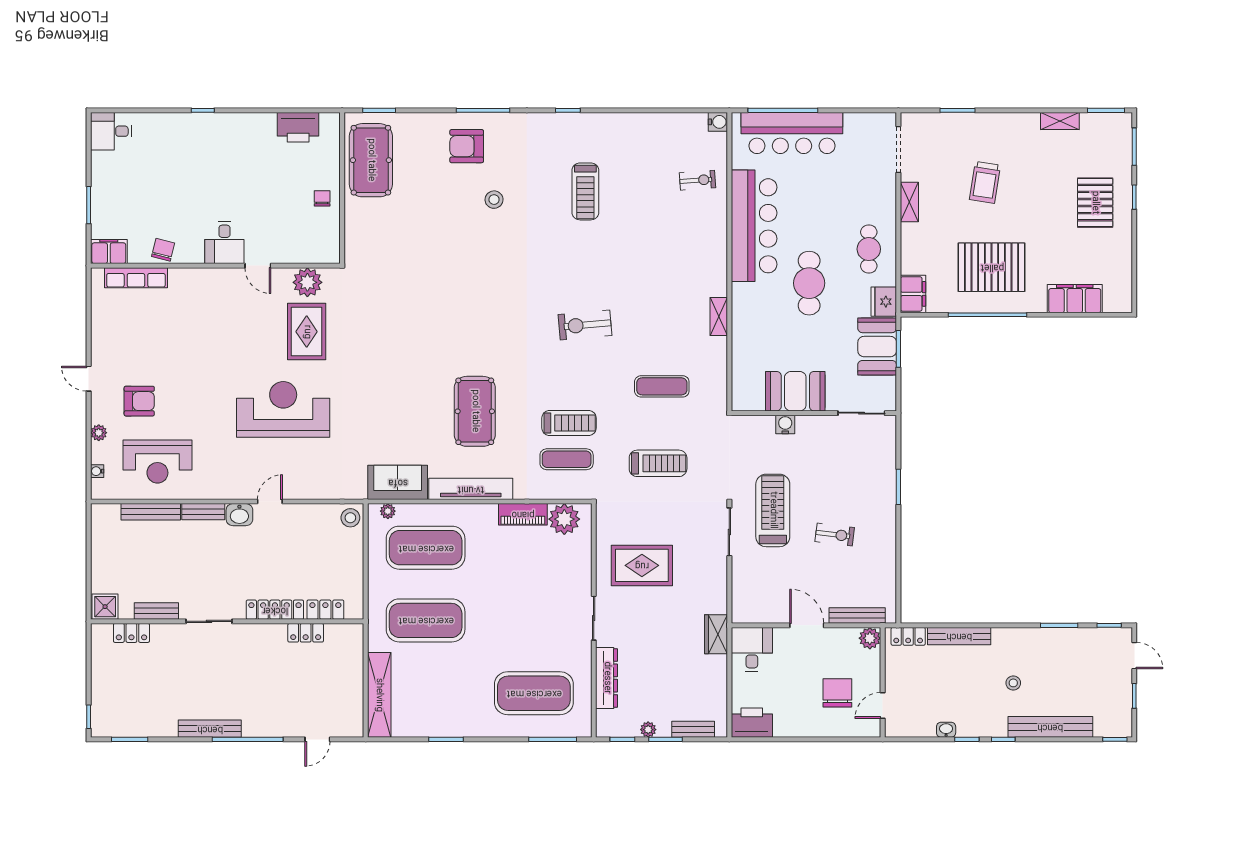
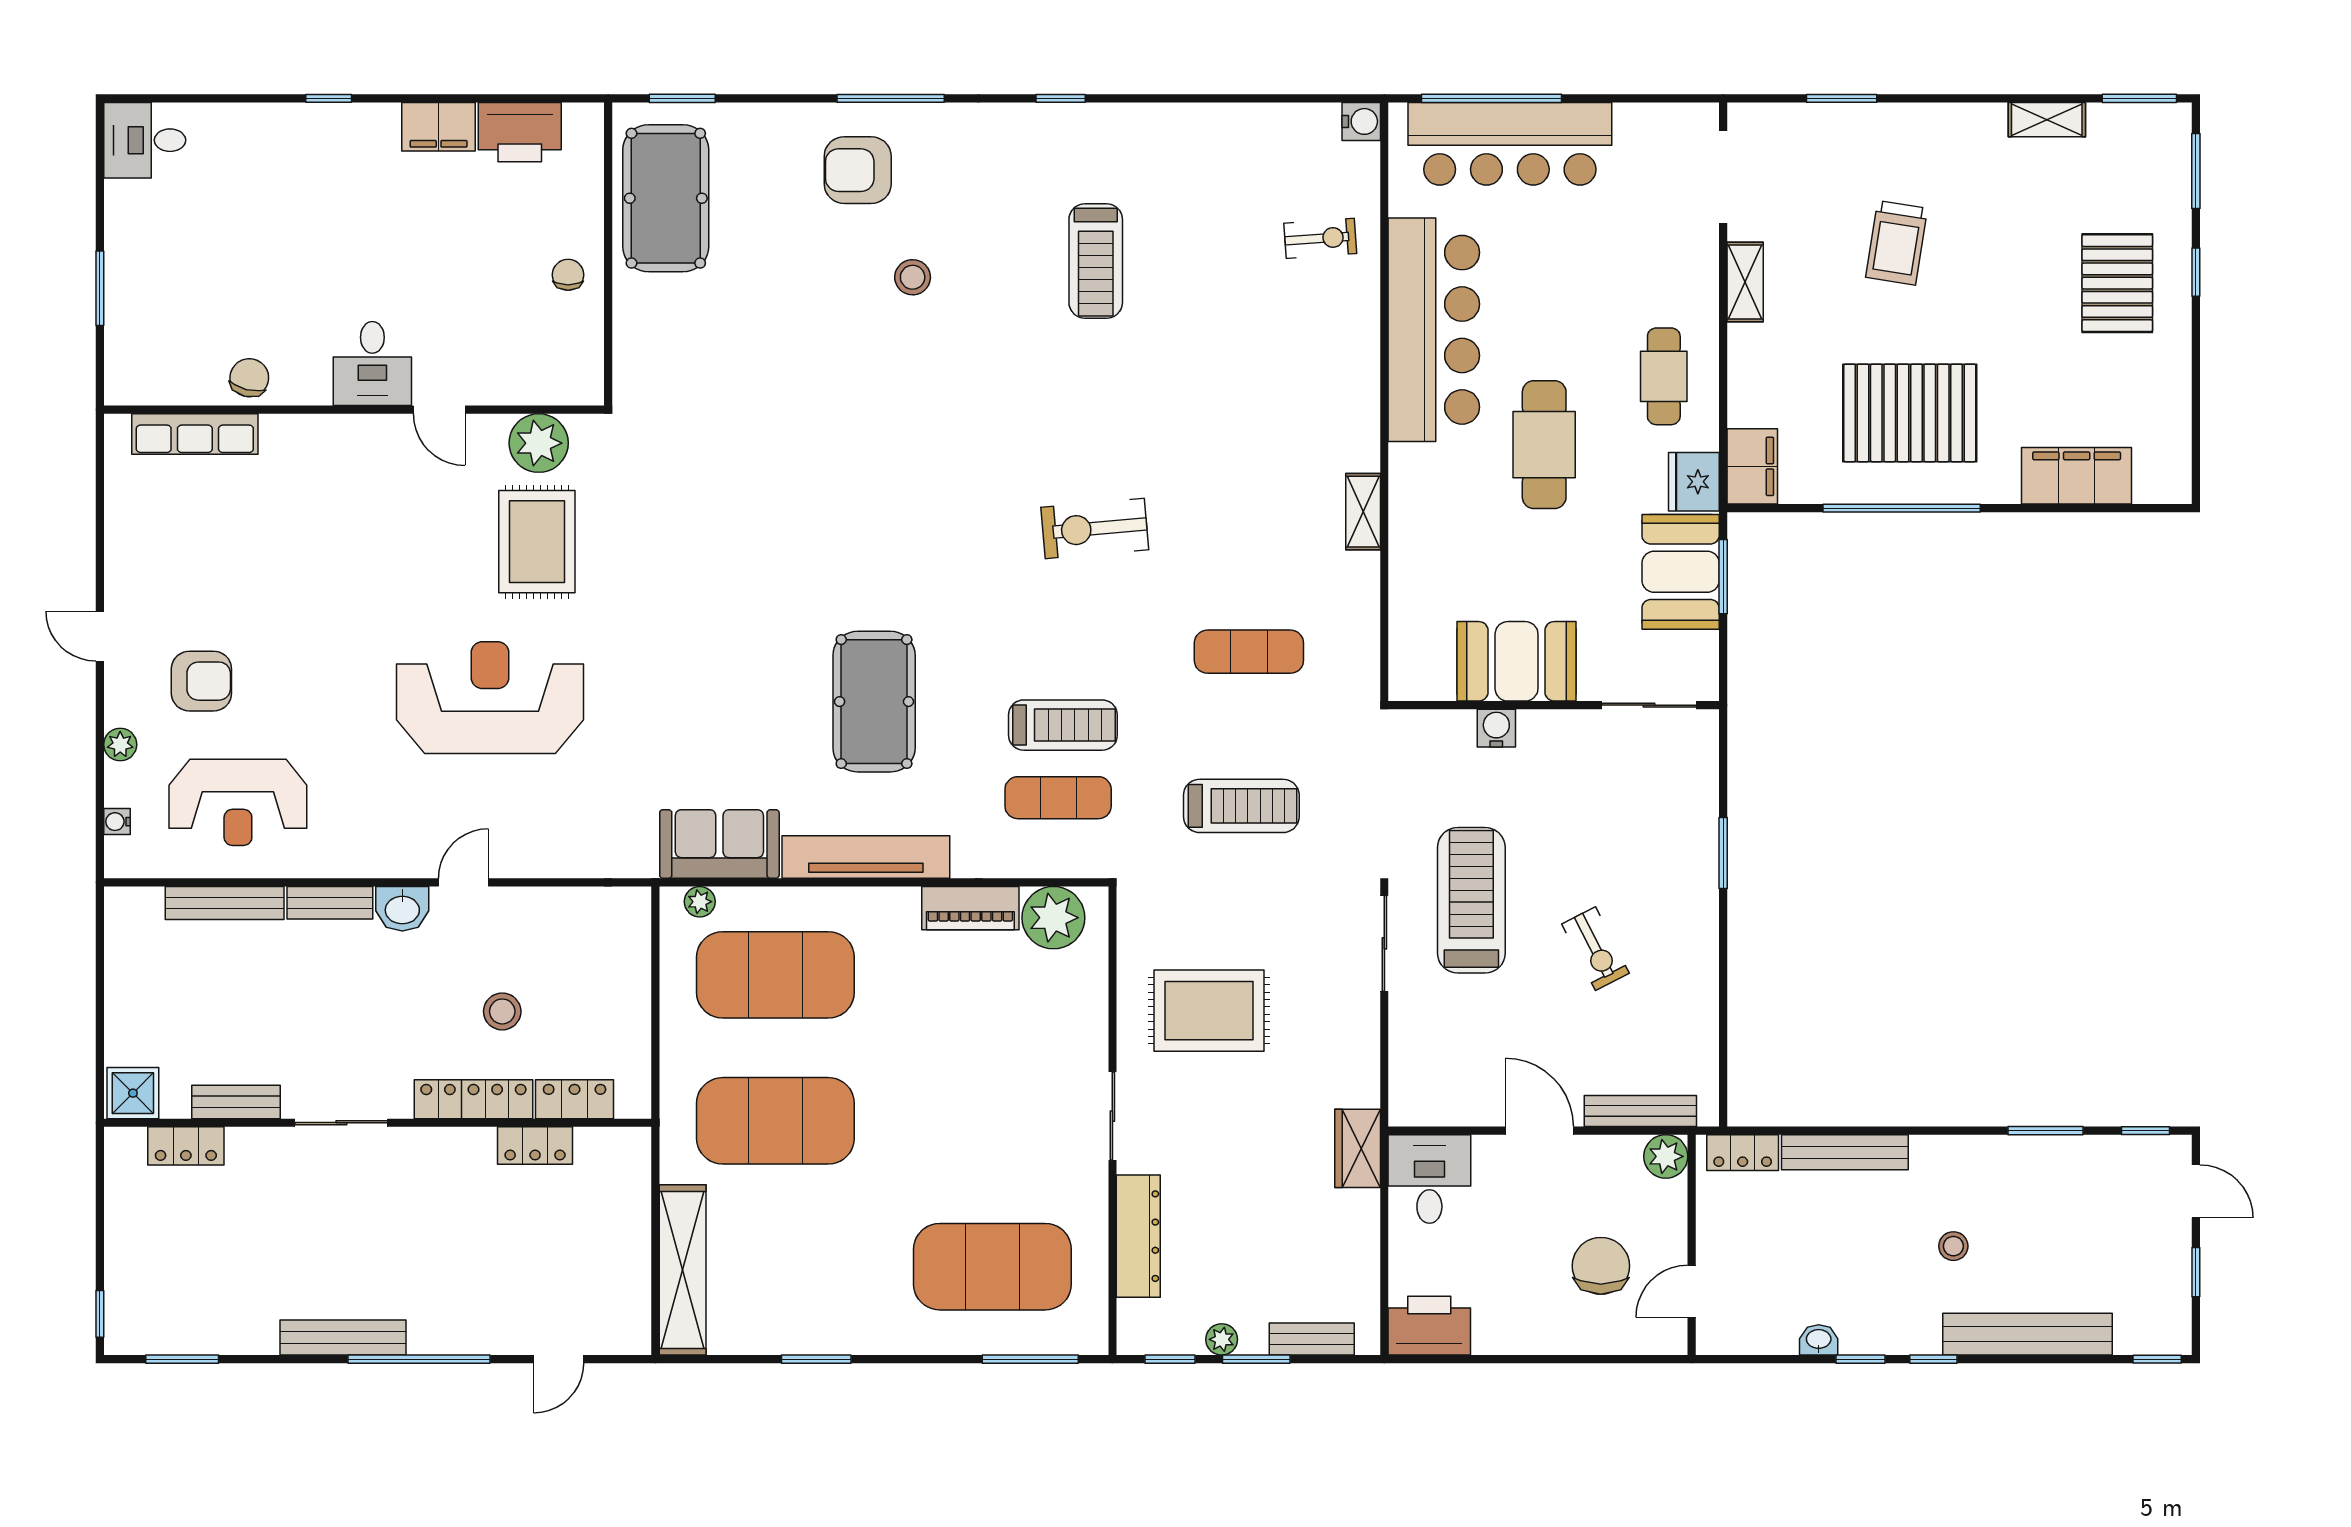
filing cabinet: (109, 251) -> (439, 127), moved, turned 180
stool: (350, 518) -> (502, 1011), moved
exercise bike: (835, 535) -> (1595, 949), turned 56

